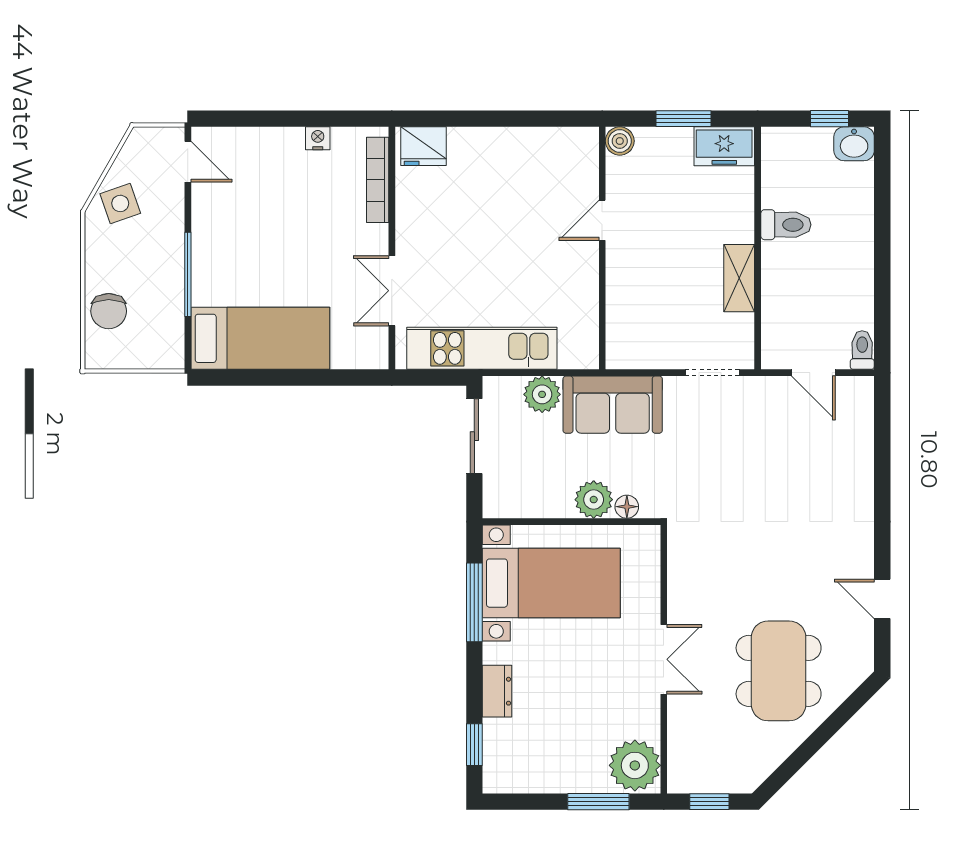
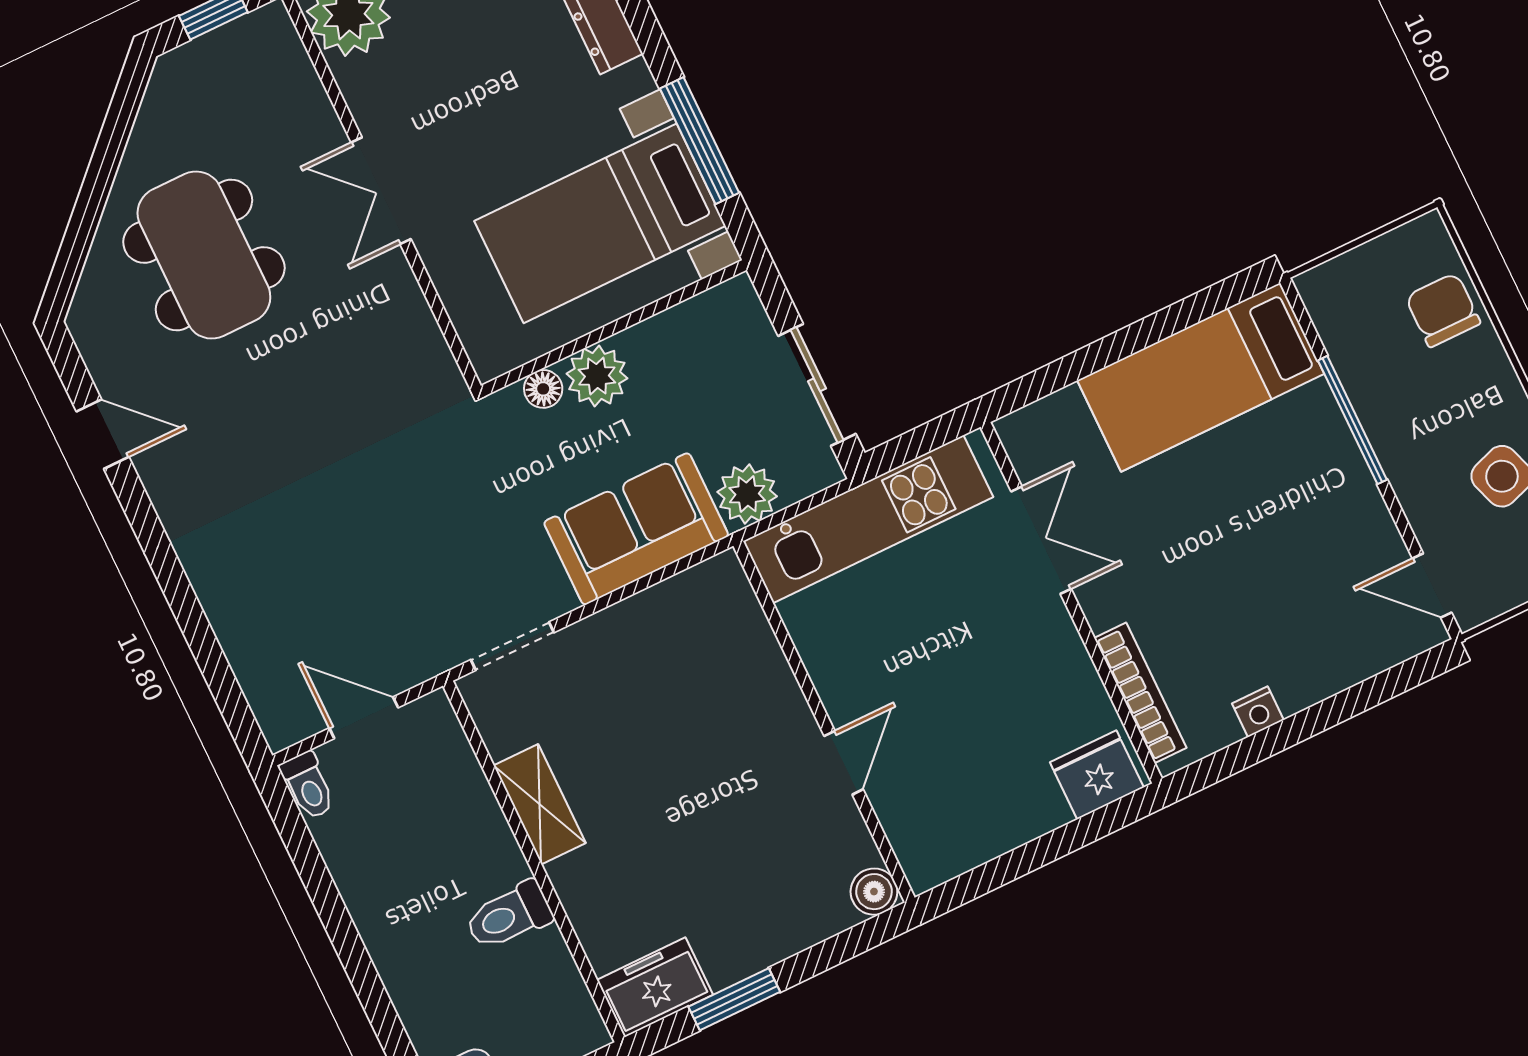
boiler: (620, 141) -> (874, 892), moved
door: (602, 220) -> (844, 763), moved
wall: (602, 248) -> (824, 722), moved

